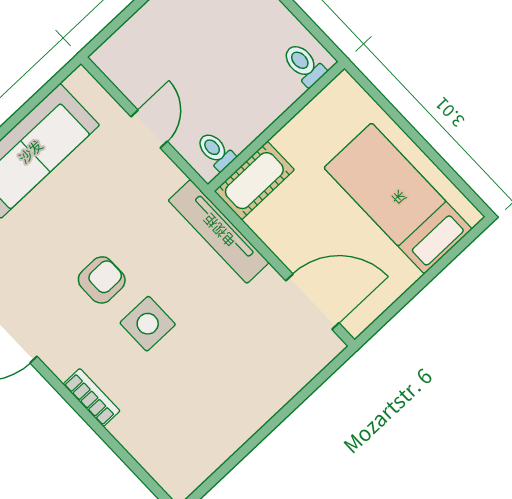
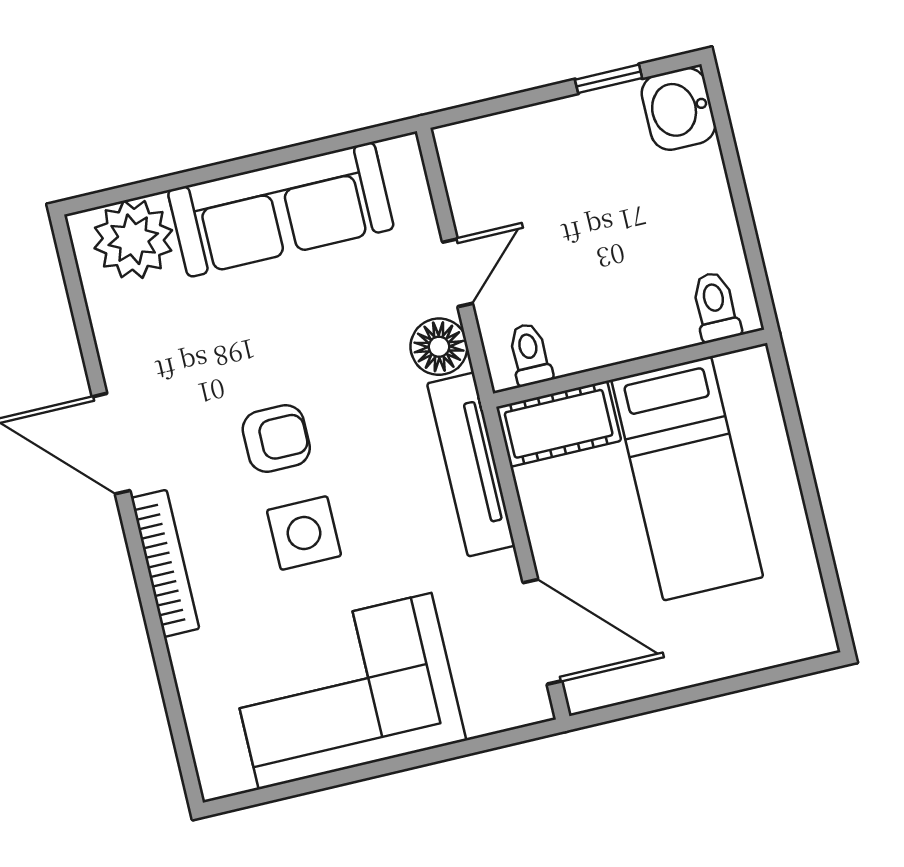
floor lamp: (163, 176) -> (439, 347), added
bed: (398, 198) -> (687, 478), moved, turned 180
bookcase: (91, 398) -> (165, 563), width x1.56
corner sofa: (222, 398) -> (345, 691), added

